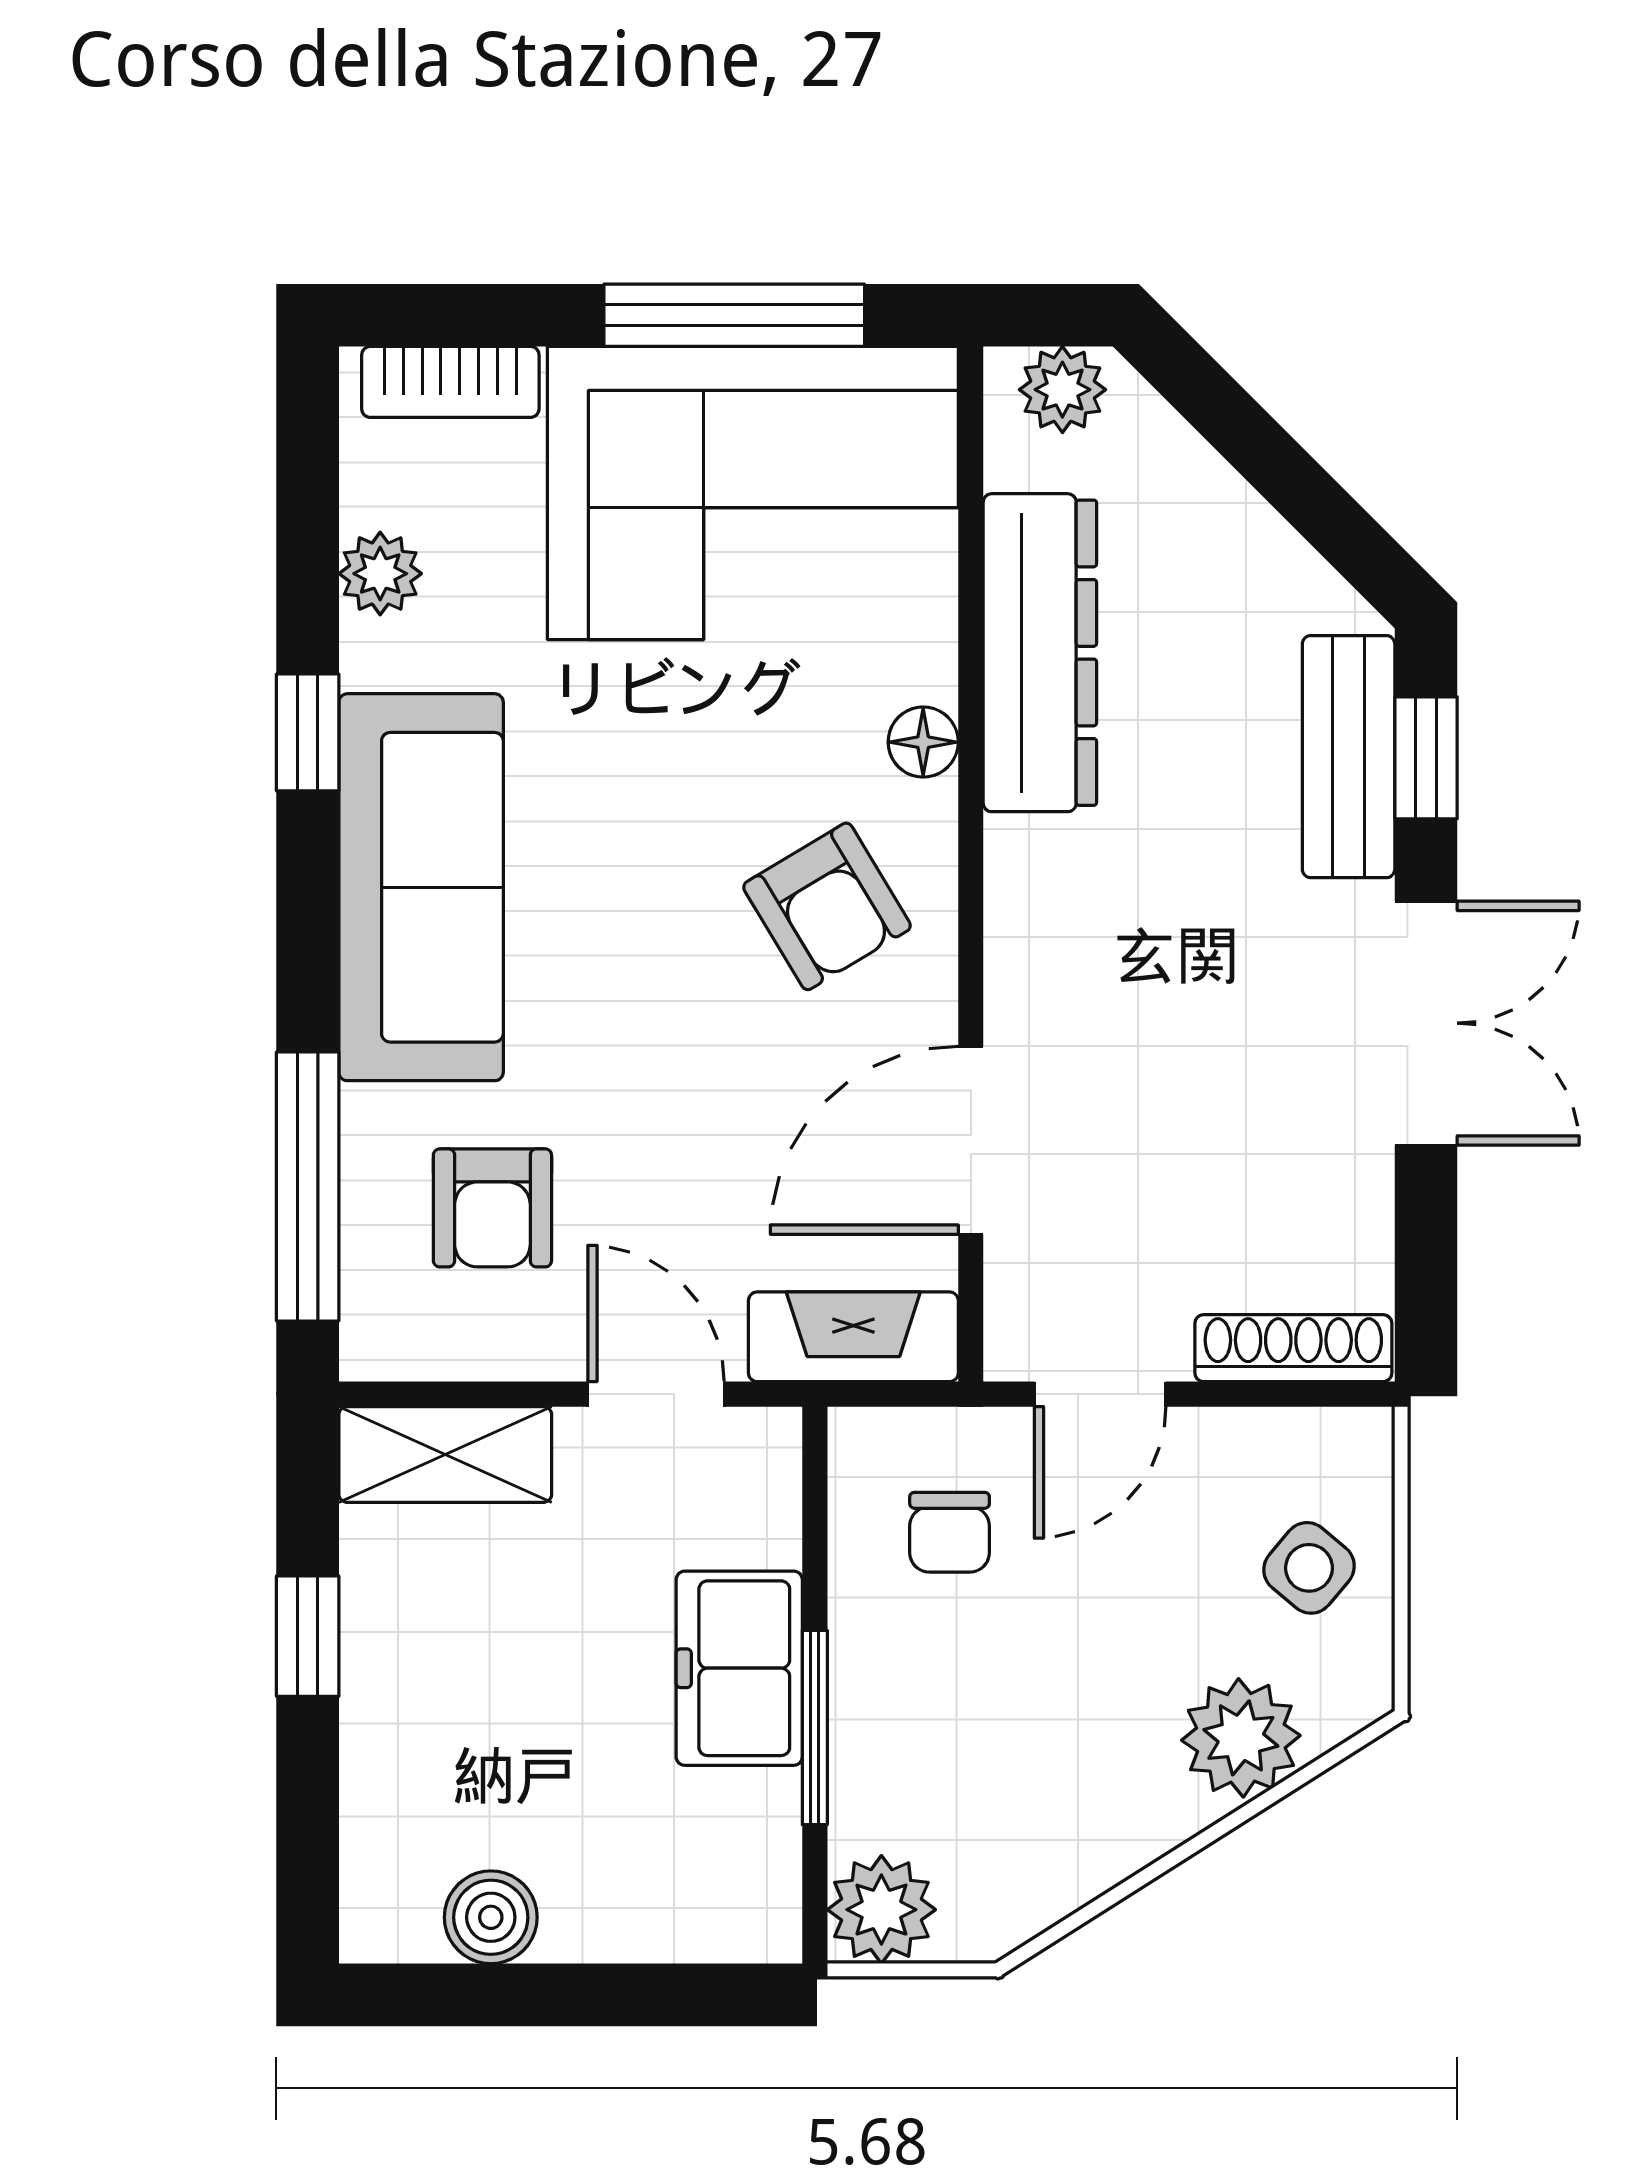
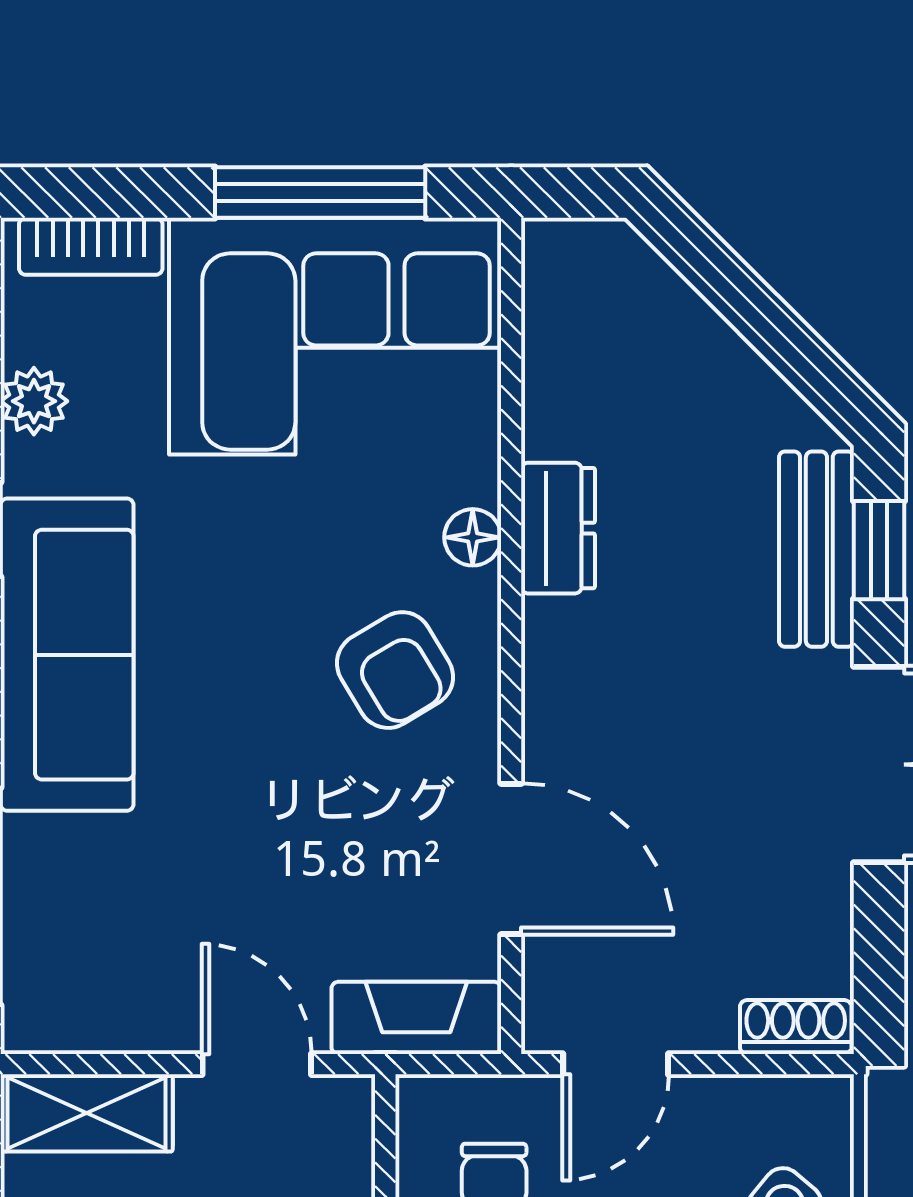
plant: (1062, 390) -> (585, 253), removed
dresser: (1040, 653) -> (558, 528), width x0.51, depth x0.80
door: (971, 1140) -> (511, 859), swing flipped
armchair: (492, 1208) -> (125, 914), removed
shoe rack: (1293, 1348) -> (796, 1027), width x0.70

